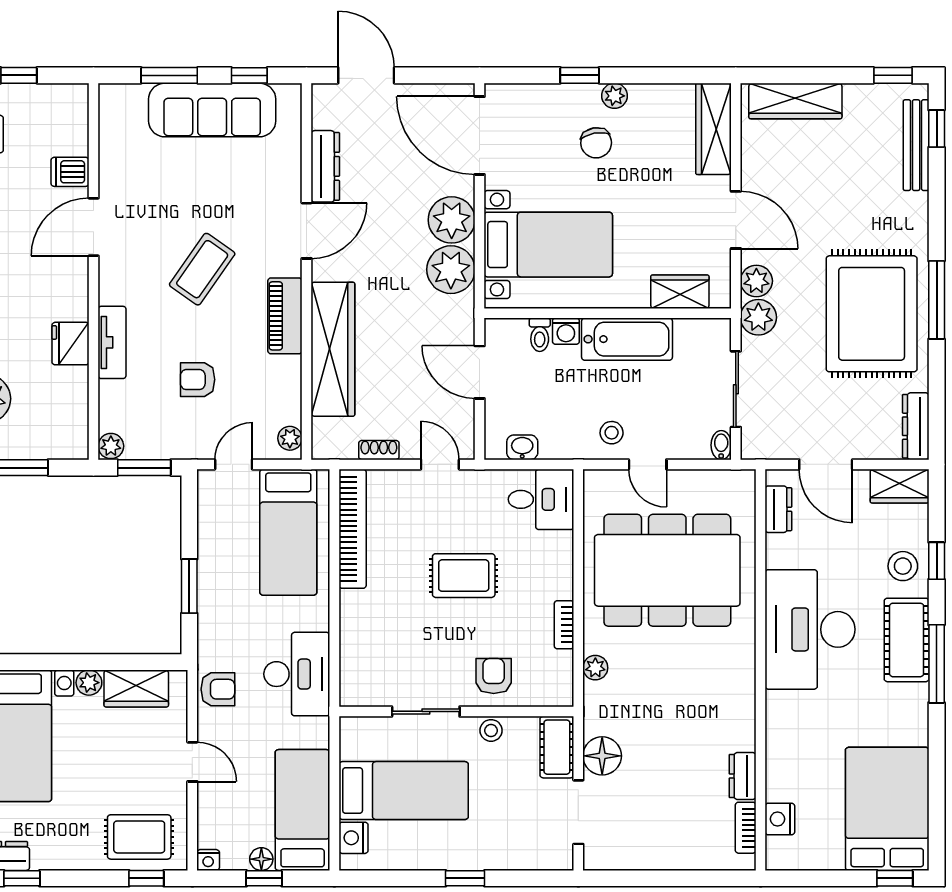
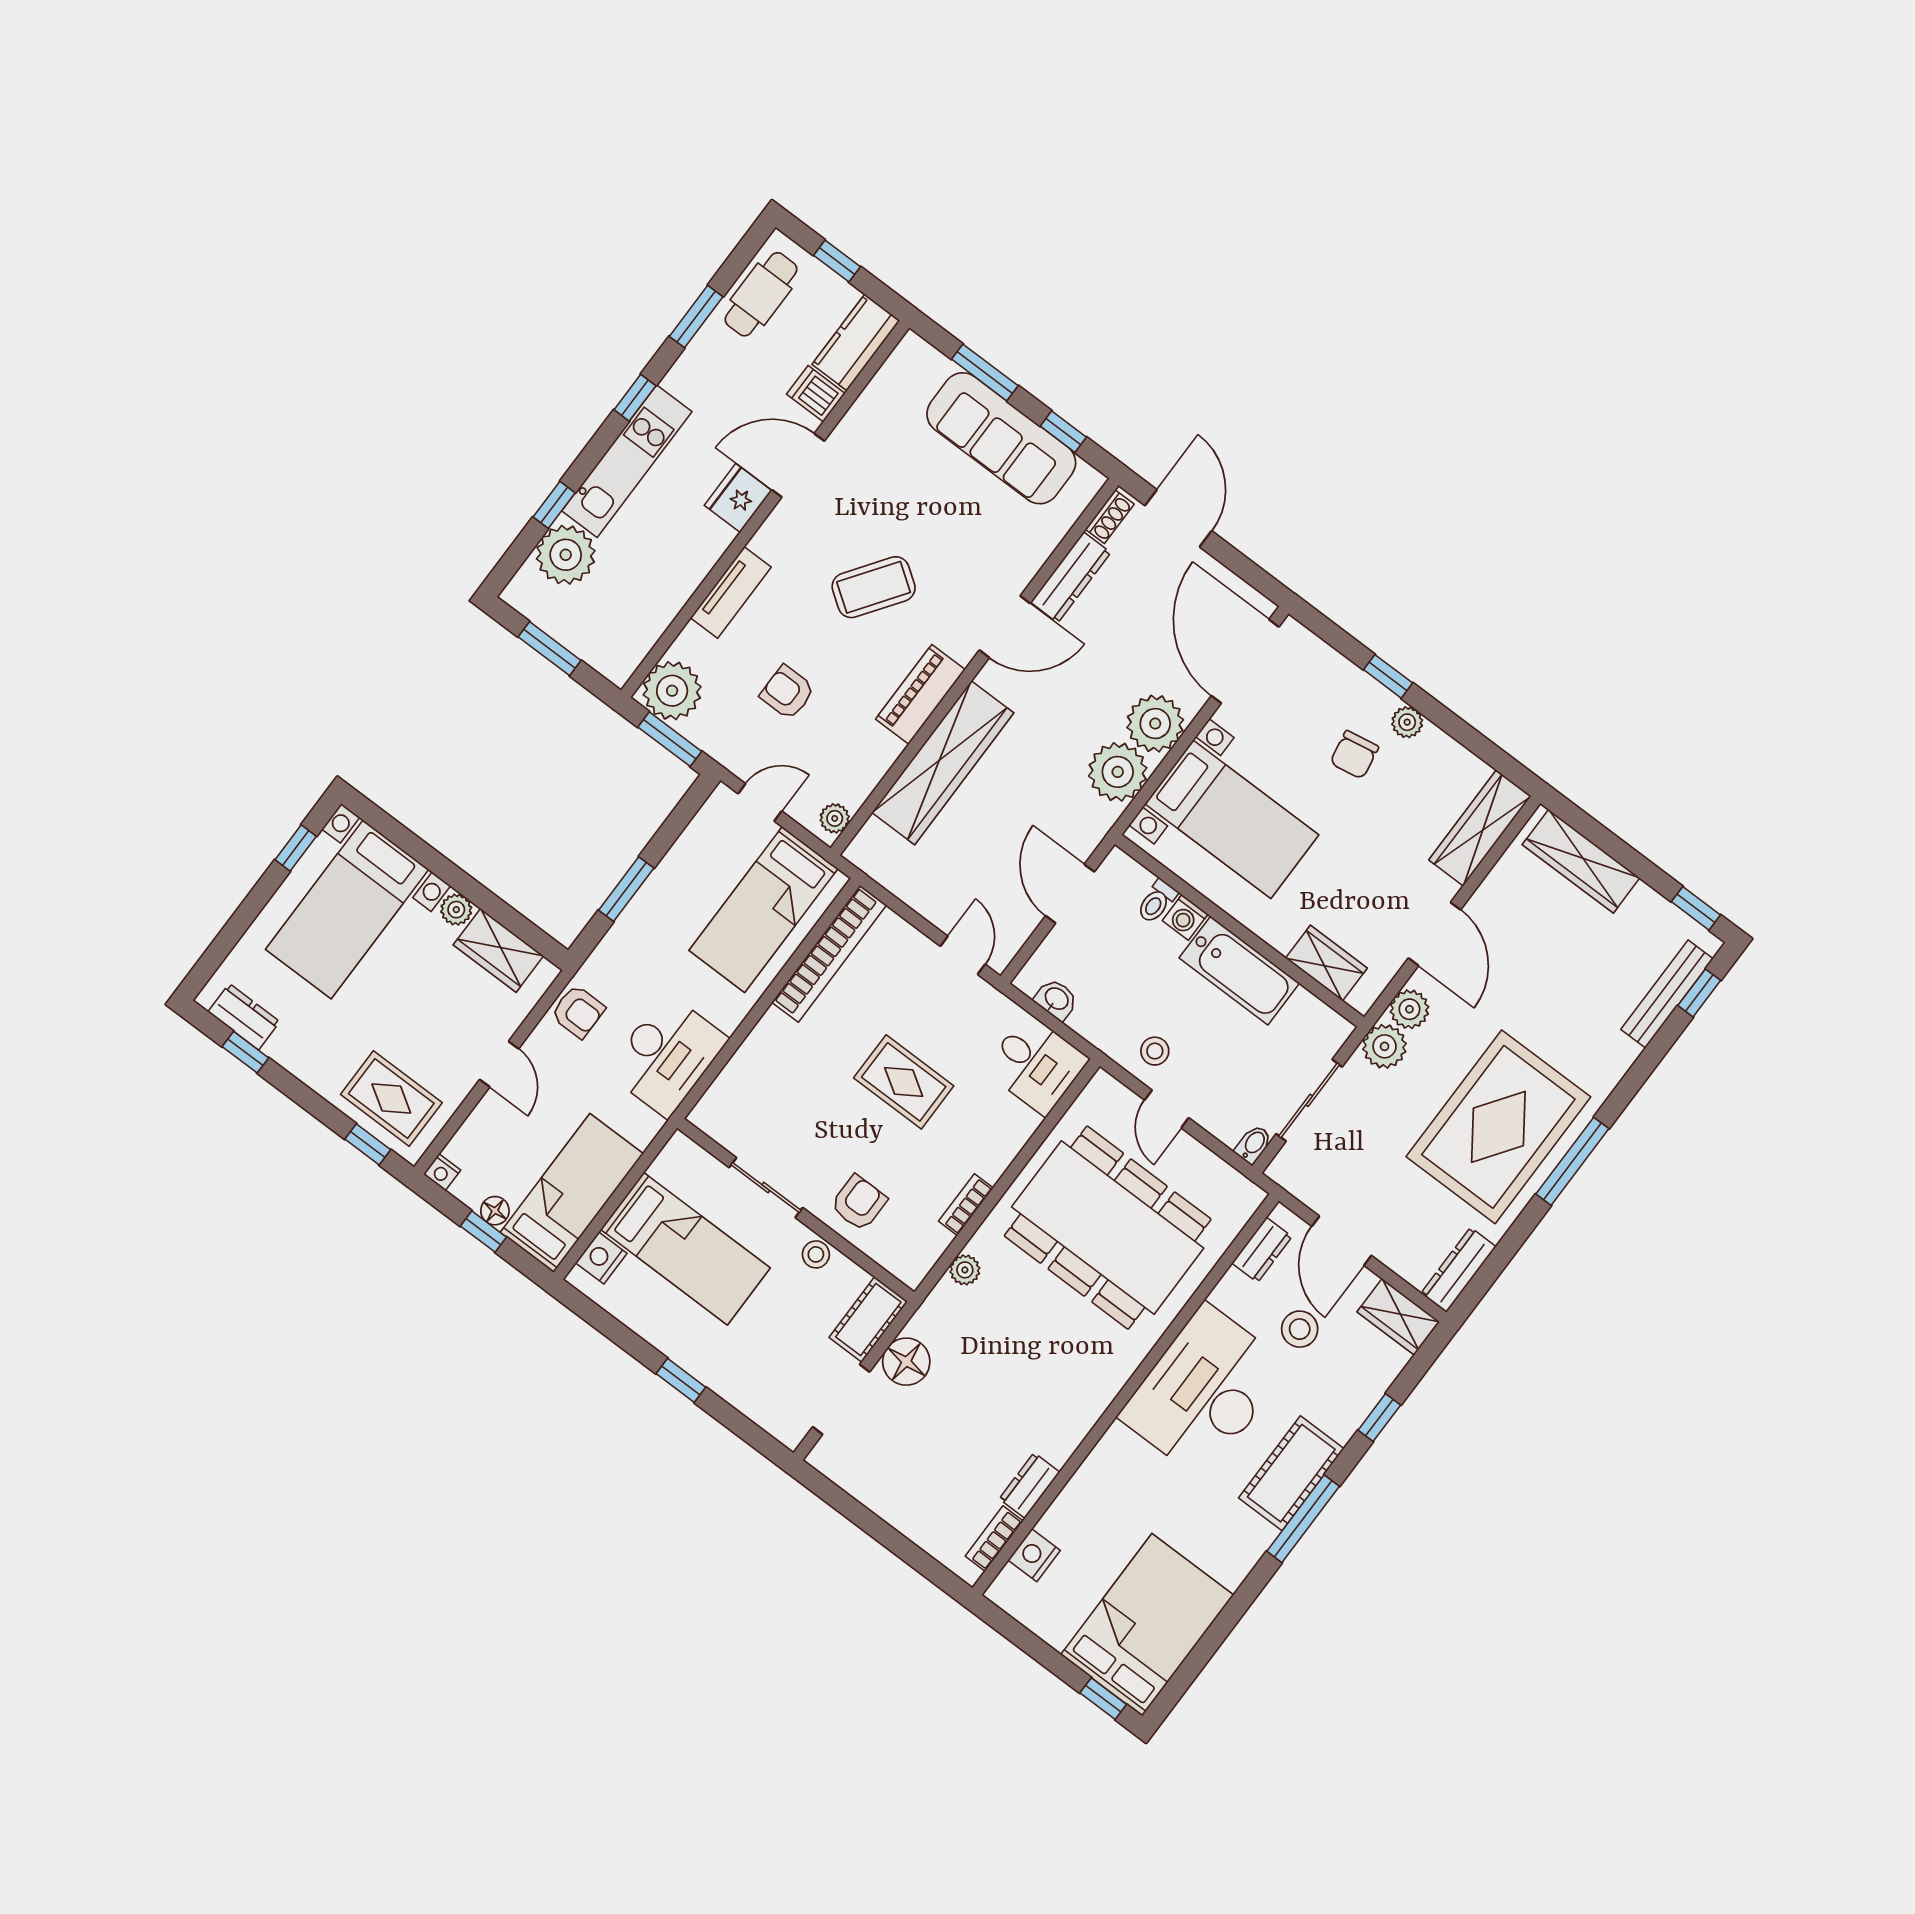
kitchen counter: (71, 119) -> (856, 342), added
fridge: (70, 344) -> (738, 498), moved
plant: (111, 446) -> (672, 691), width x1.88, depth x1.88
shoe rack: (379, 450) -> (1110, 517), moved, turned 90
stool: (903, 566) -> (1300, 1329), moved

